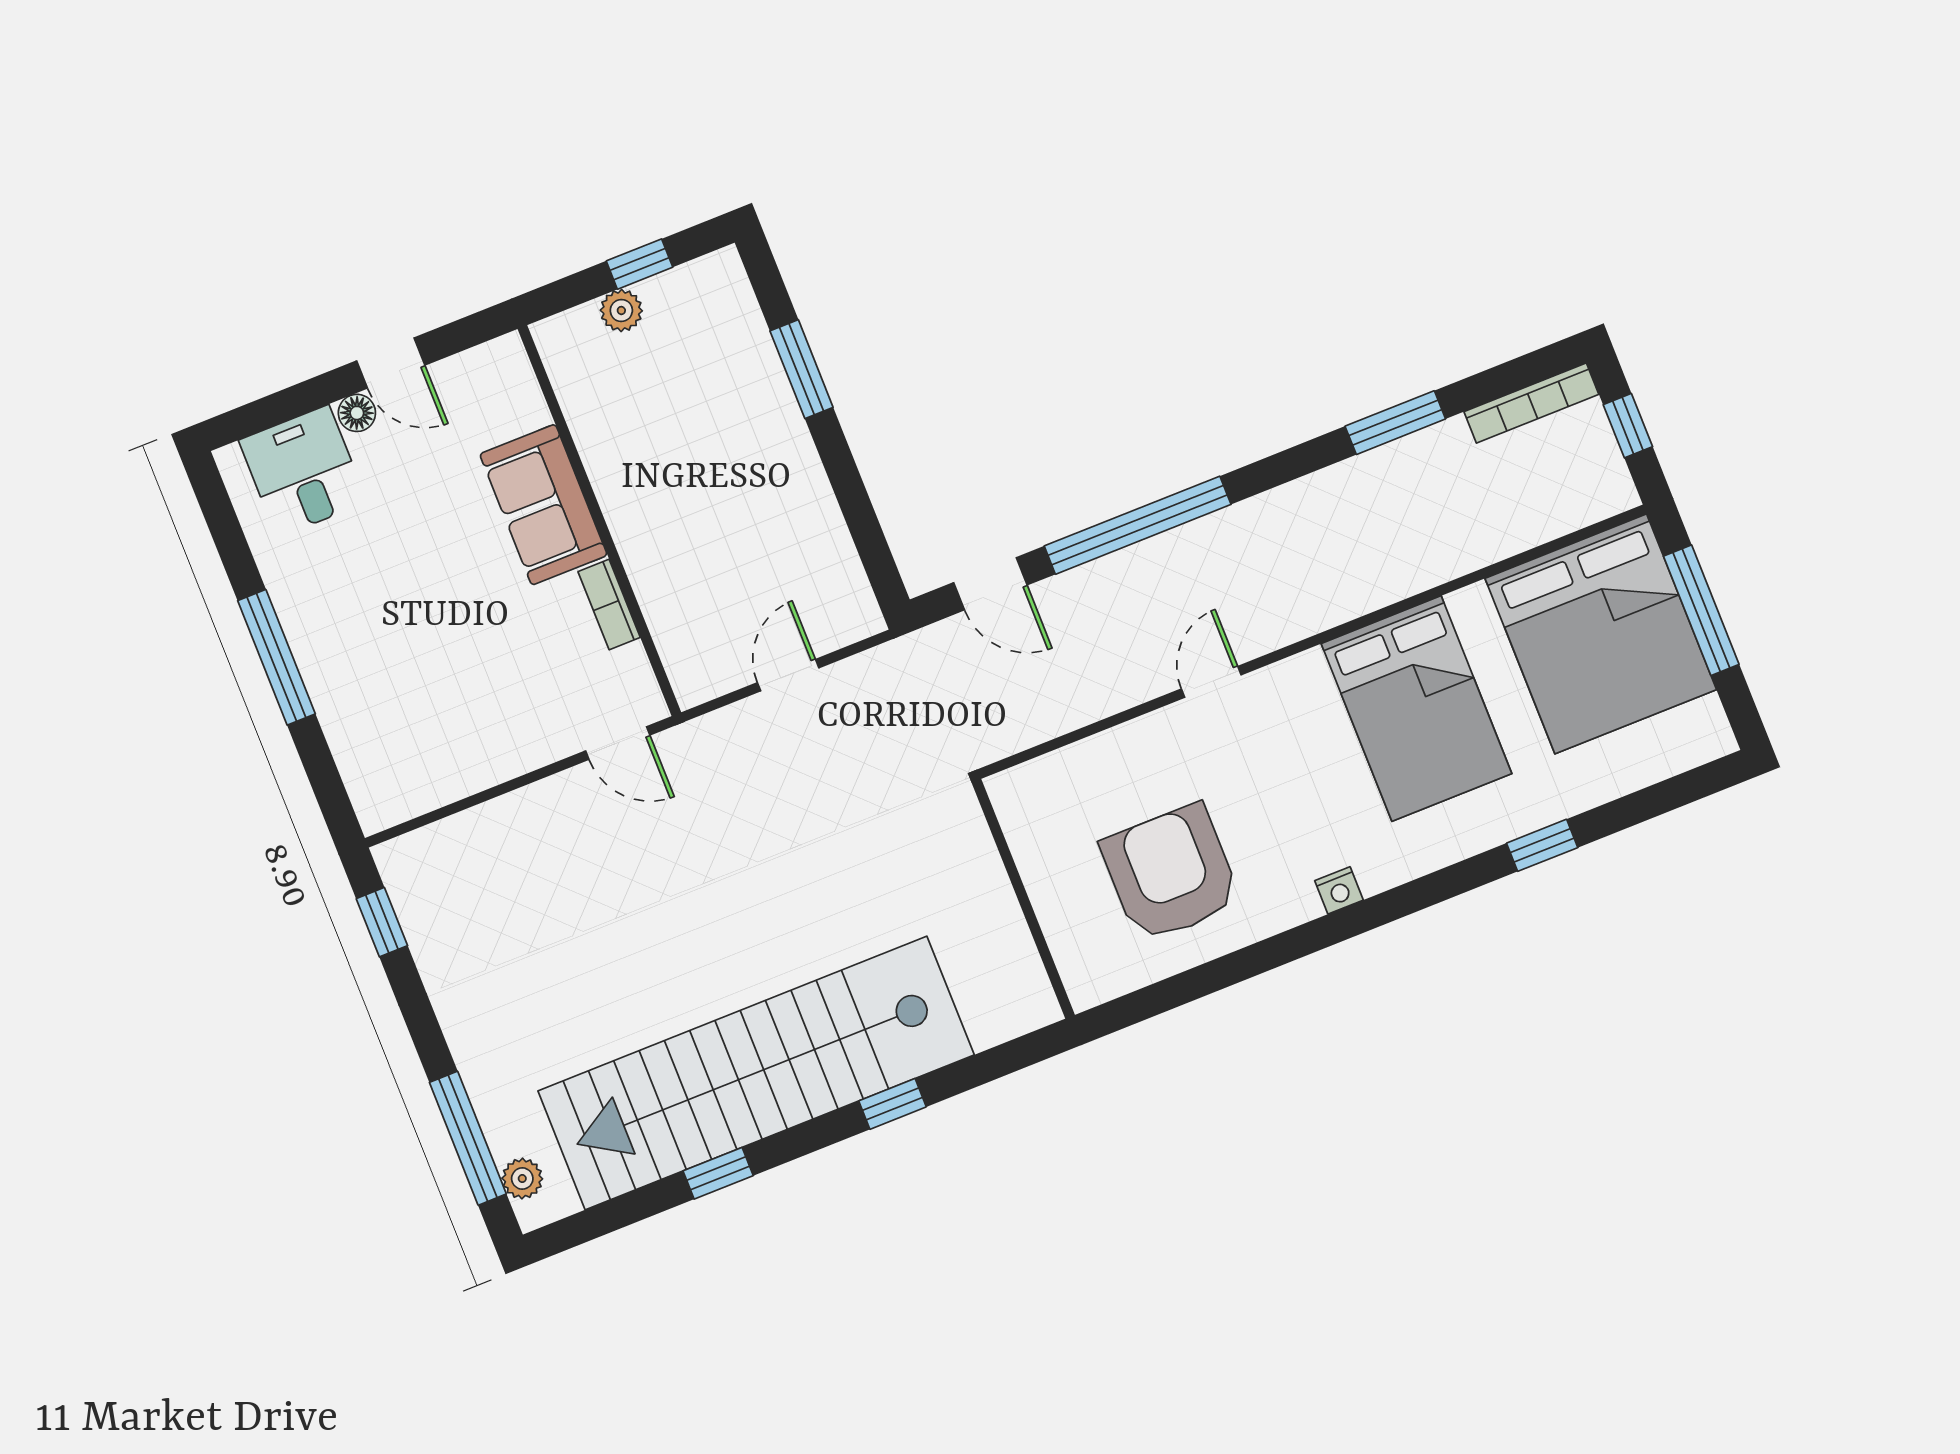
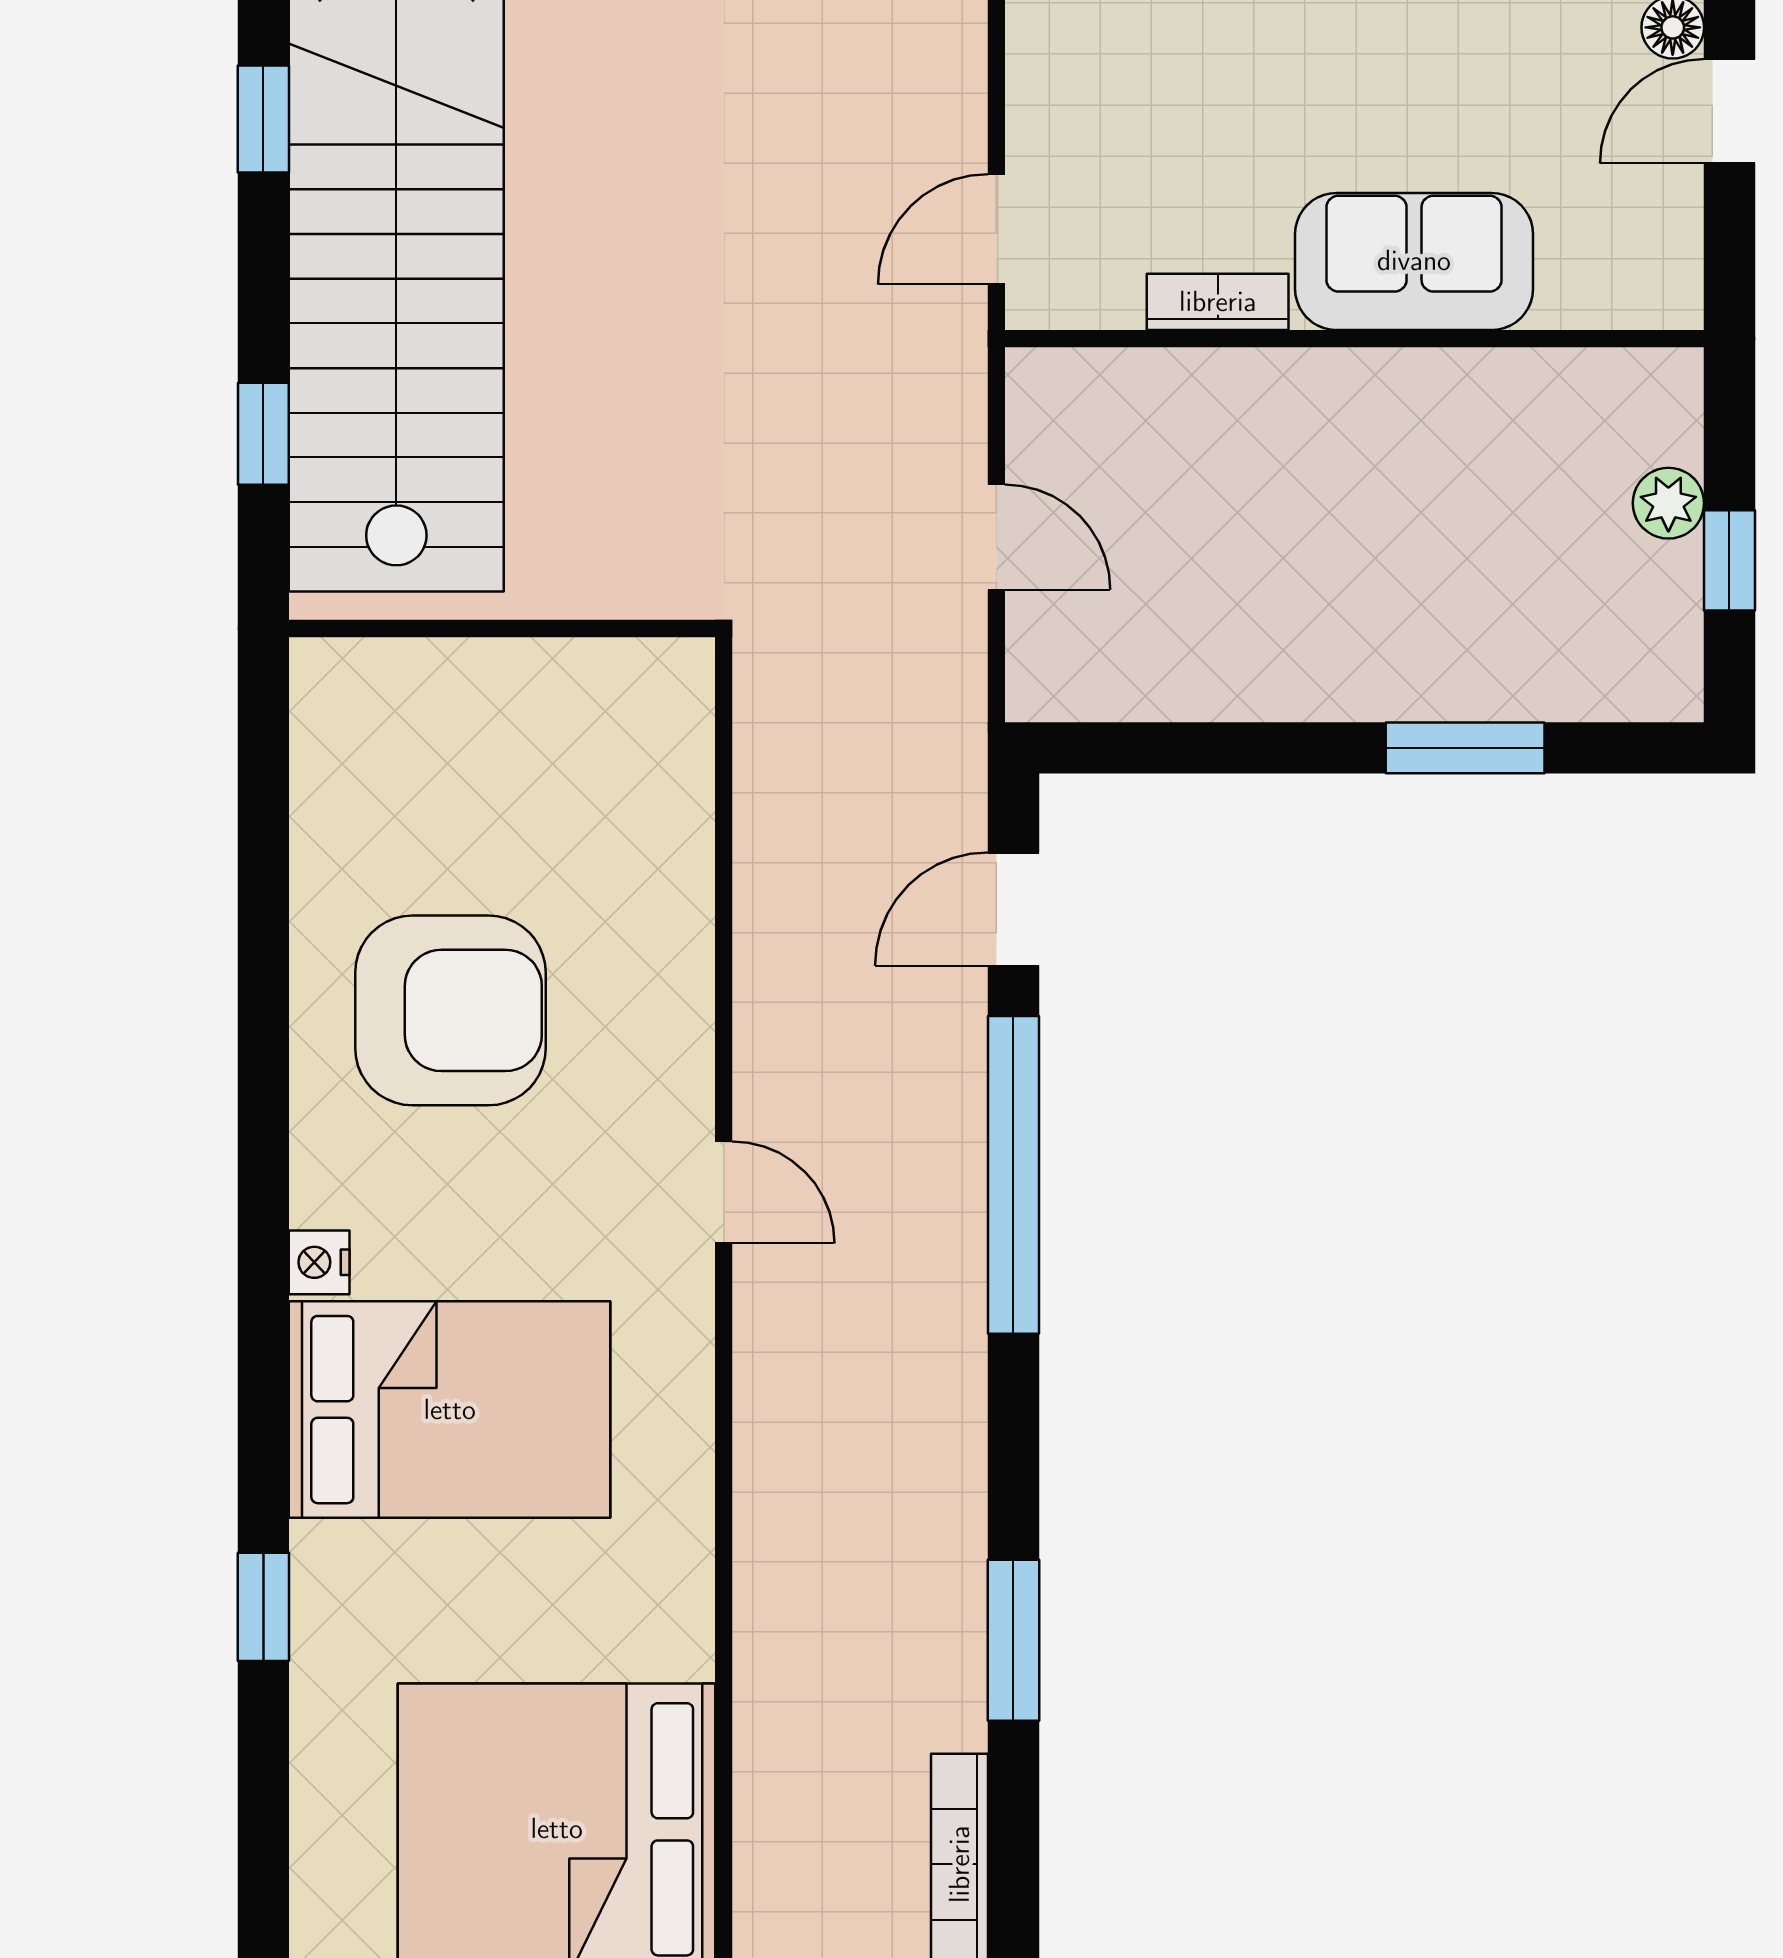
bed: (1416, 709) -> (450, 1410), moved, turned 180
wall: (1023, 899) -> (502, 628), moved

